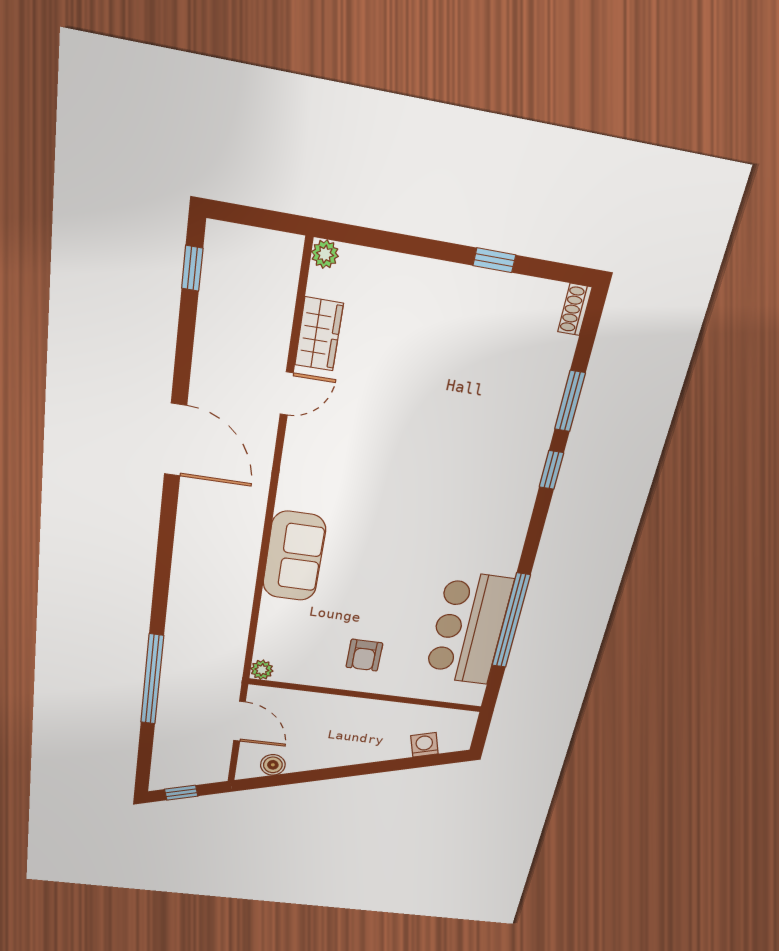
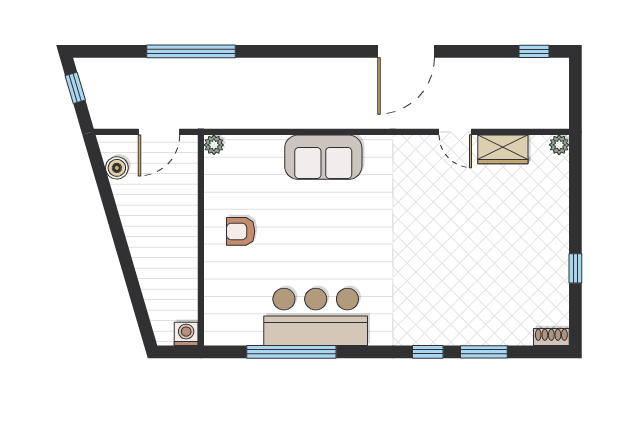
bar counter: (469, 629) -> (316, 317), moved
washing machine: (424, 745) -> (186, 334), moved, turned -74

